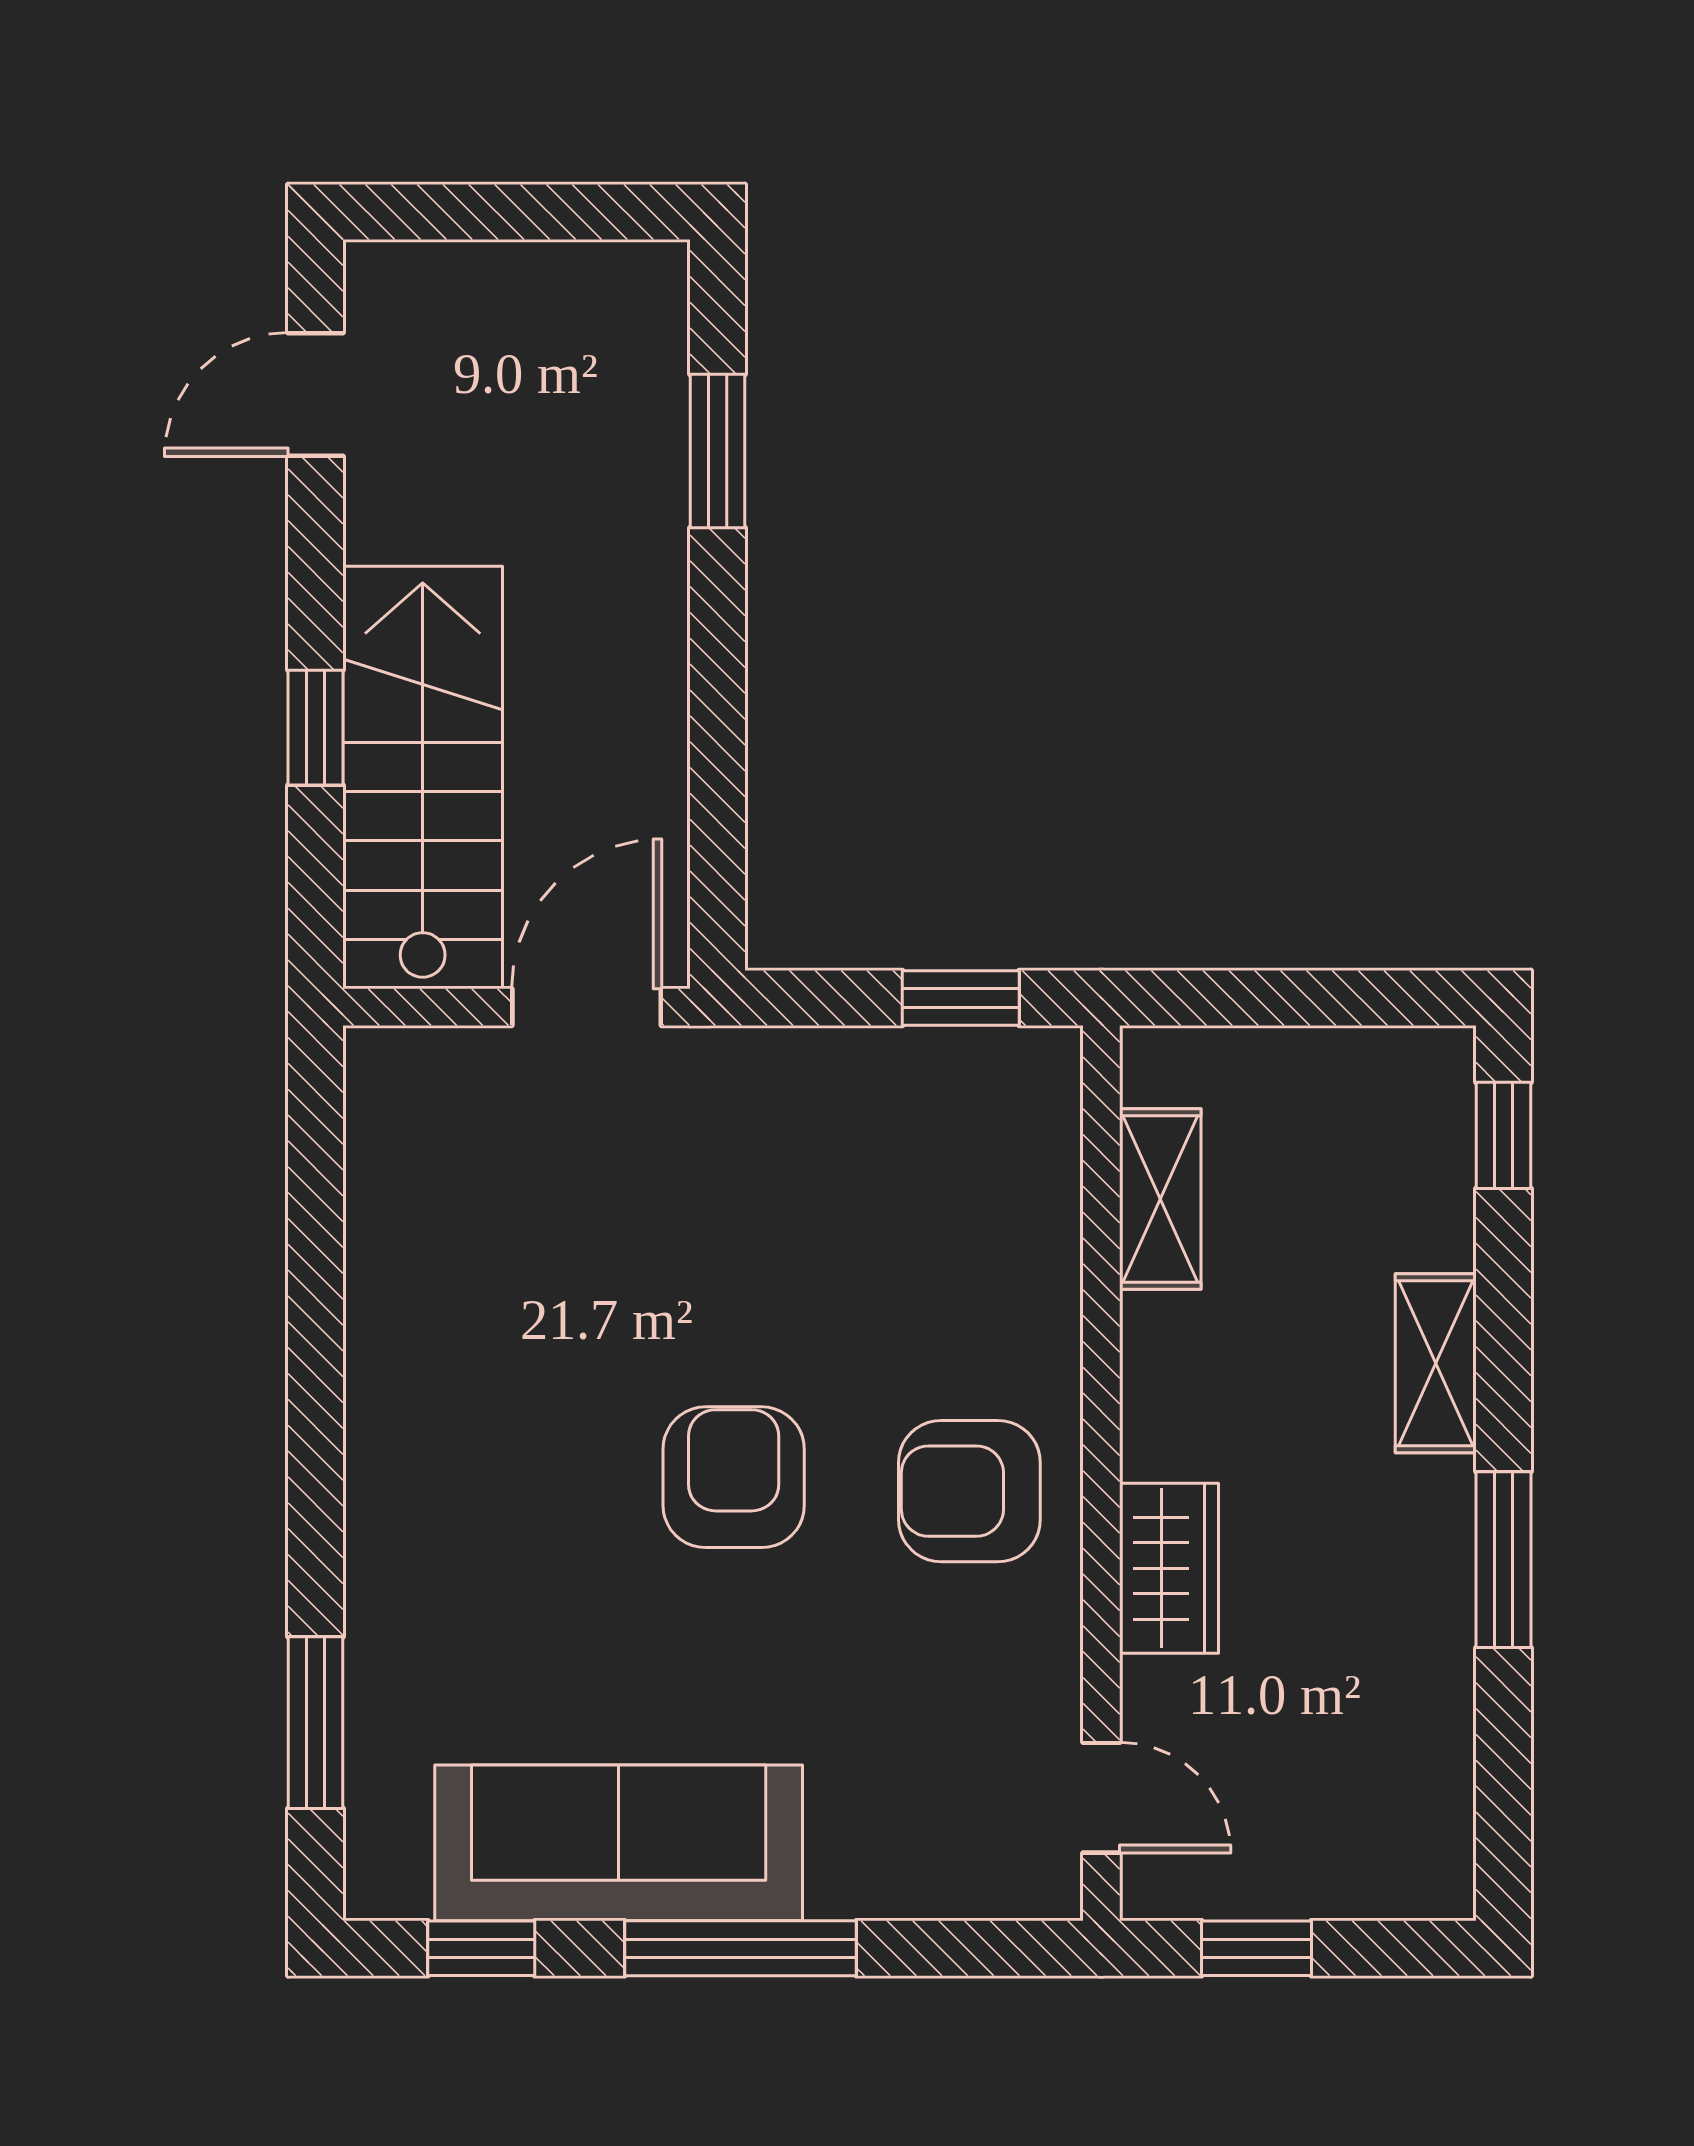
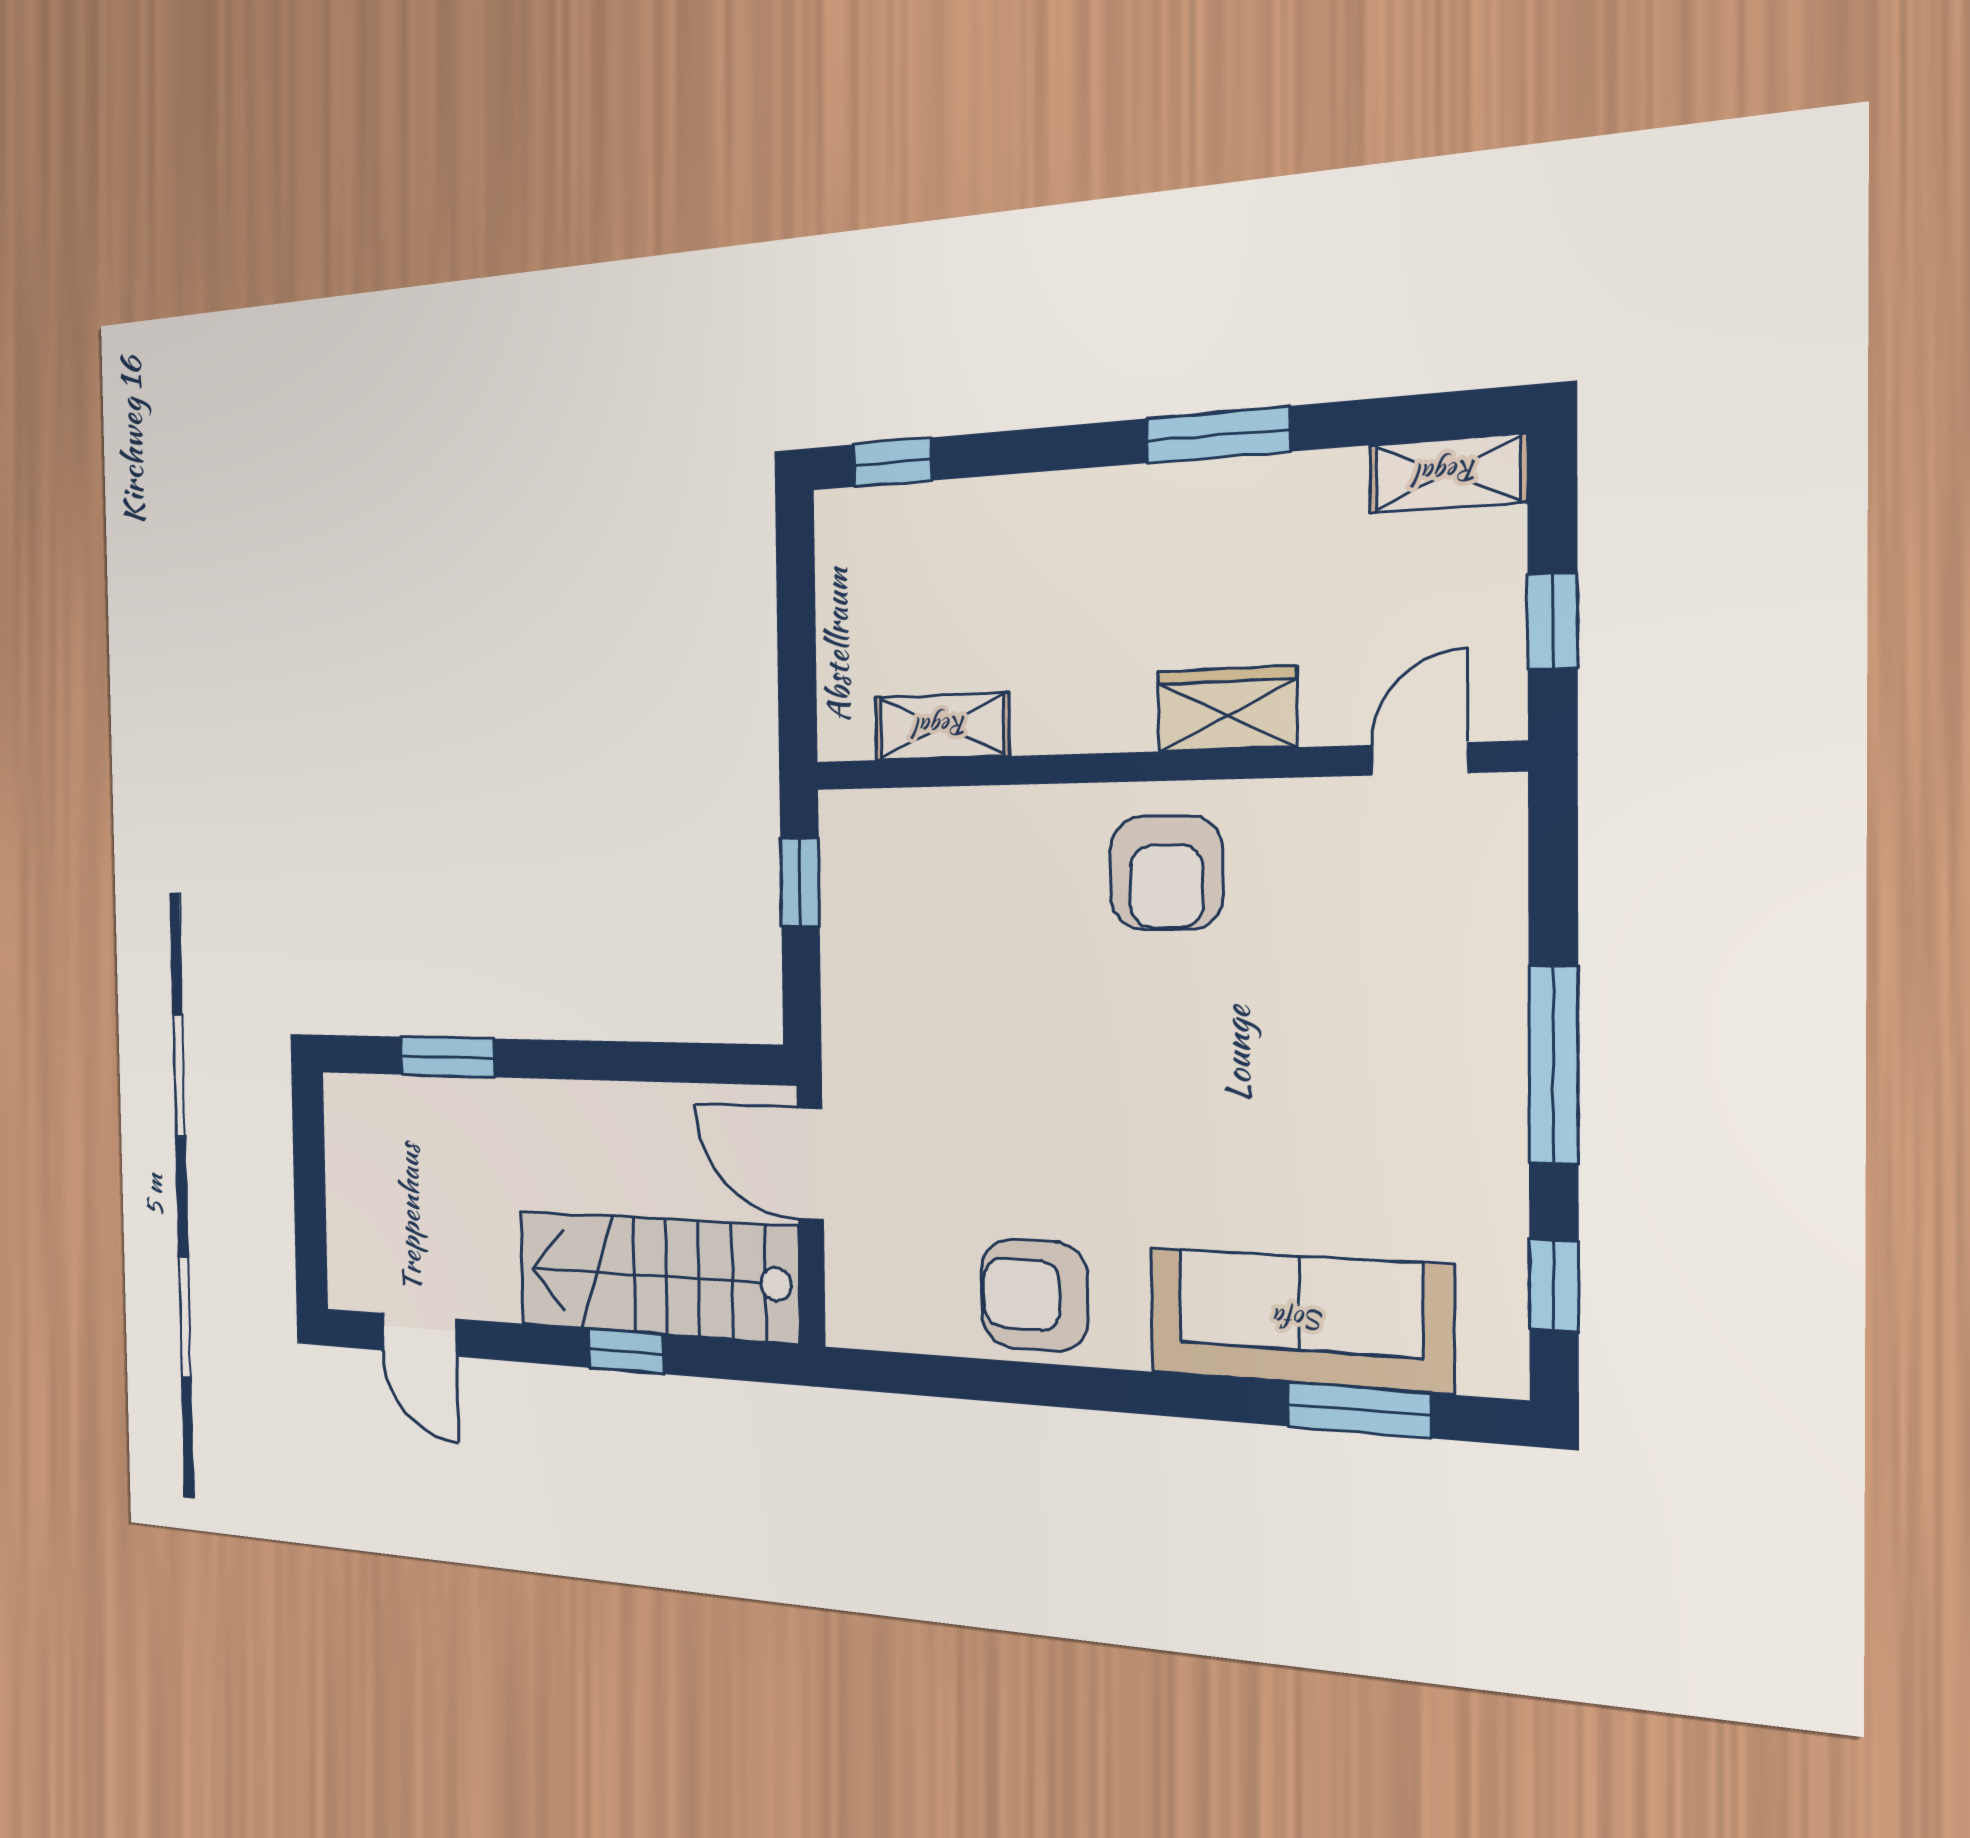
shelving: (1436, 1363) -> (1448, 473), moved
armchair: (734, 1477) -> (1034, 1295), moved
sofa: (619, 1843) -> (1300, 1320), moved, turned 90

